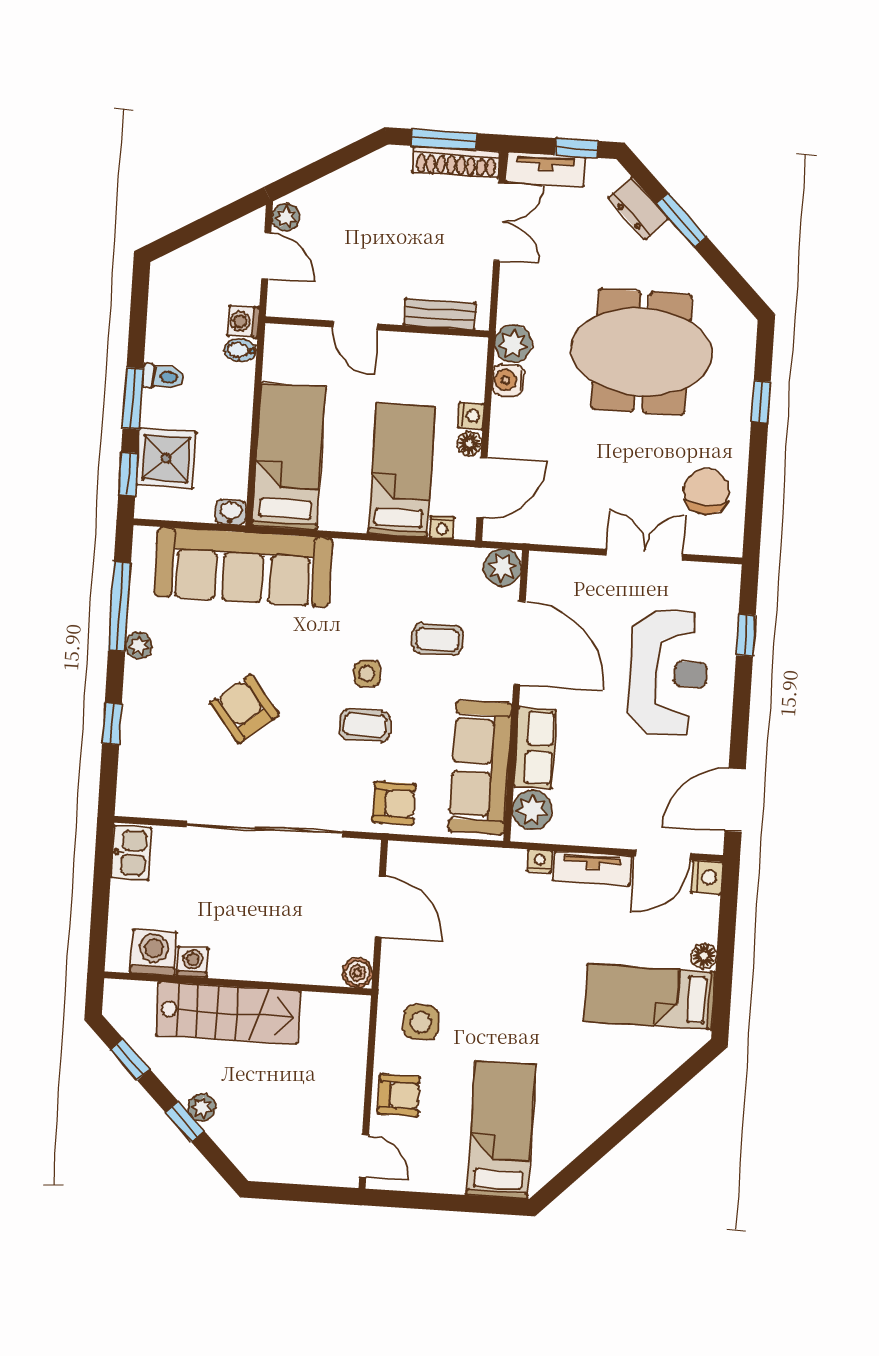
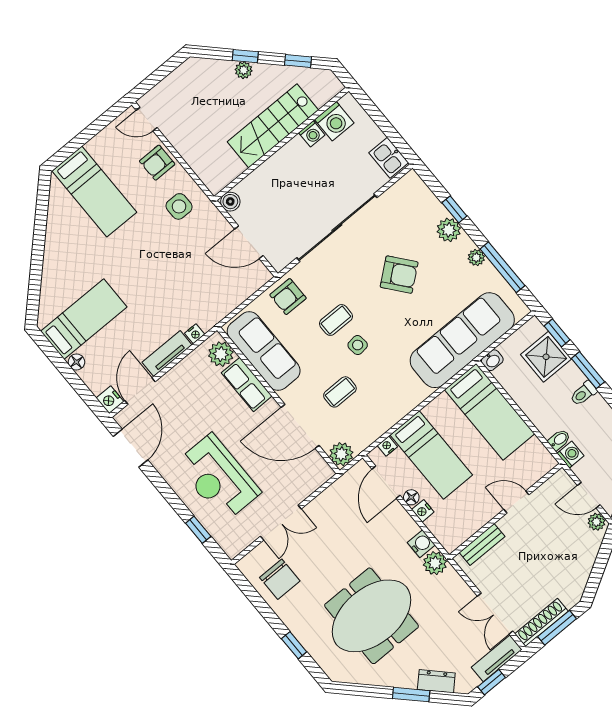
plant: (140, 707) -> (449, 230), added

